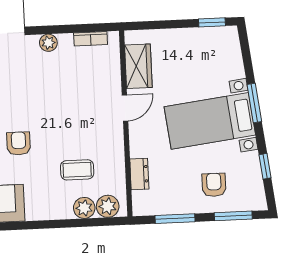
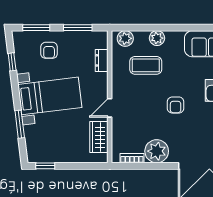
plant: (48, 43) -> (157, 151), width x1.88, depth x1.88
window: (254, 103) -> (20, 124), moved
armchair: (19, 143) -> (176, 105), moved
coffee table: (77, 170) -> (146, 65), width x1.36, depth x1.30
plant: (84, 208) -> (157, 38), moved

